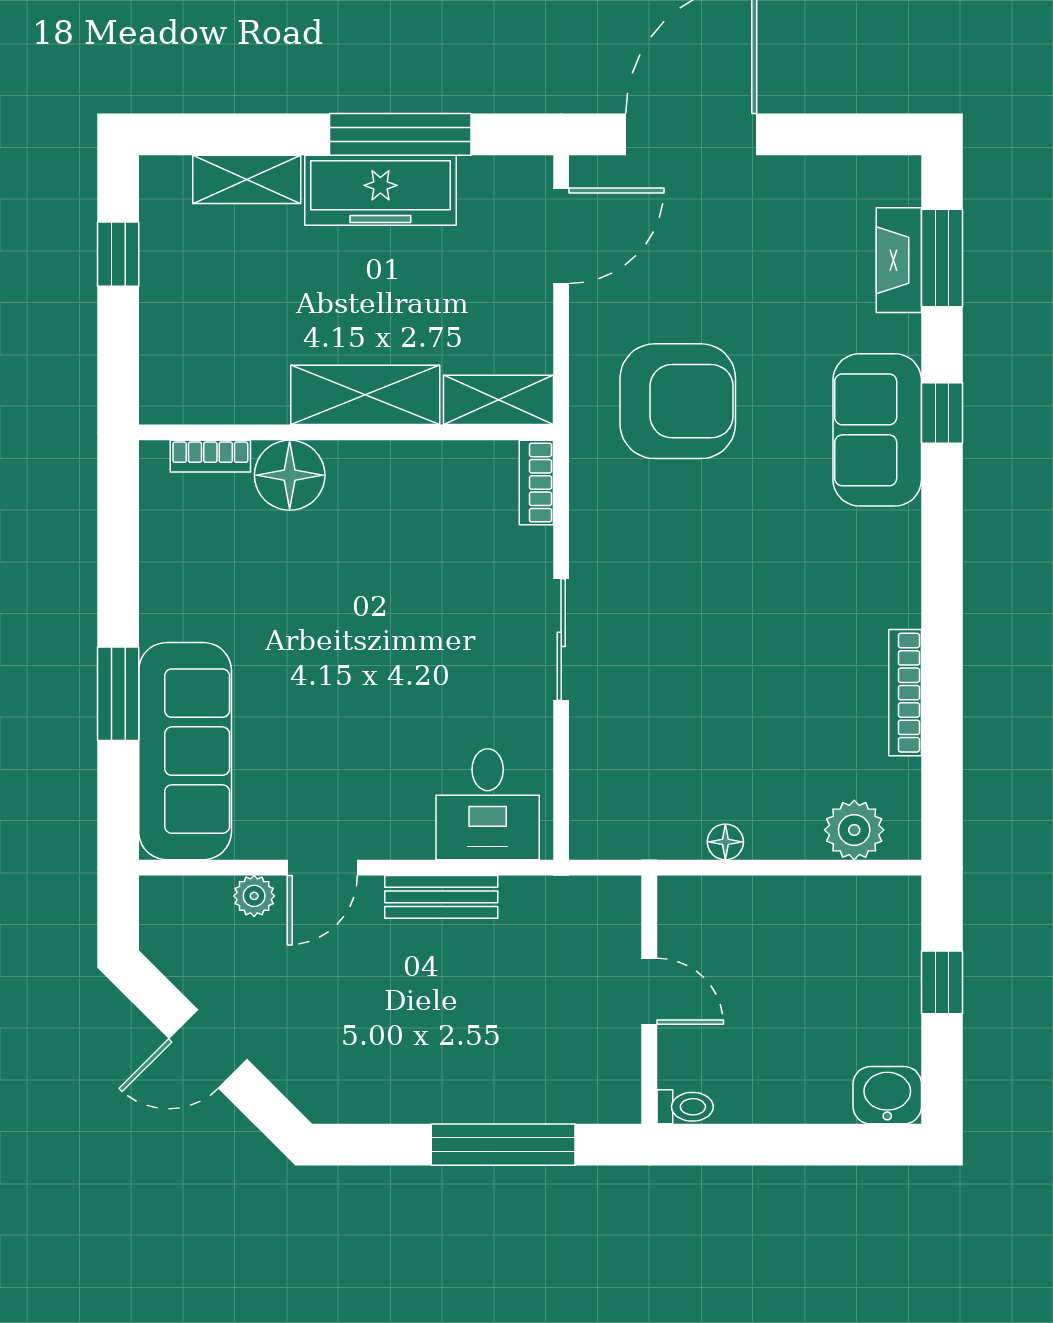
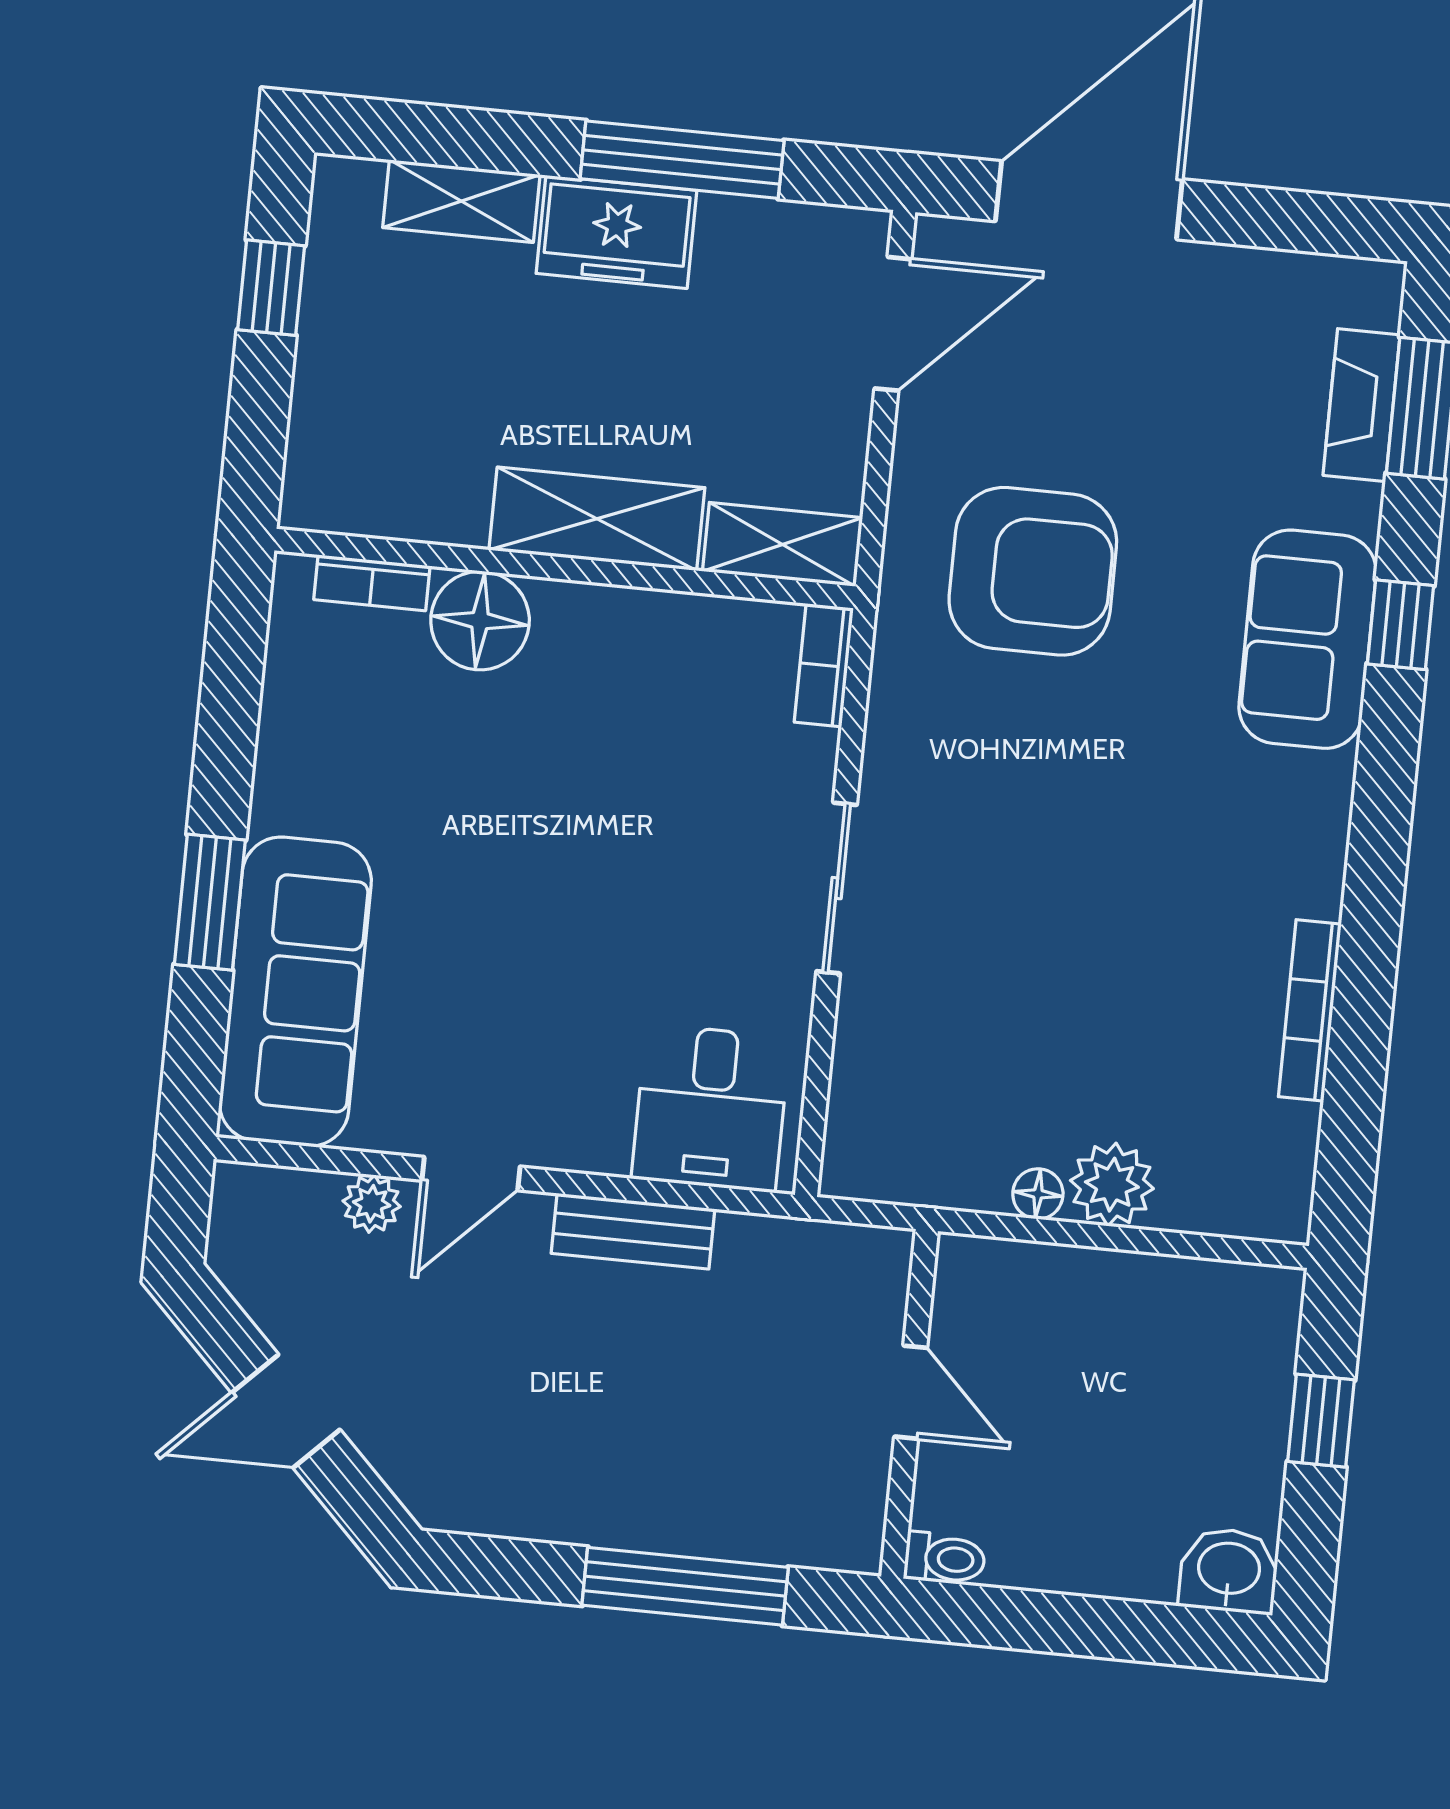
freezer: (380, 190) -> (616, 232), width x0.71
plant: (854, 830) -> (1112, 1185), moved

